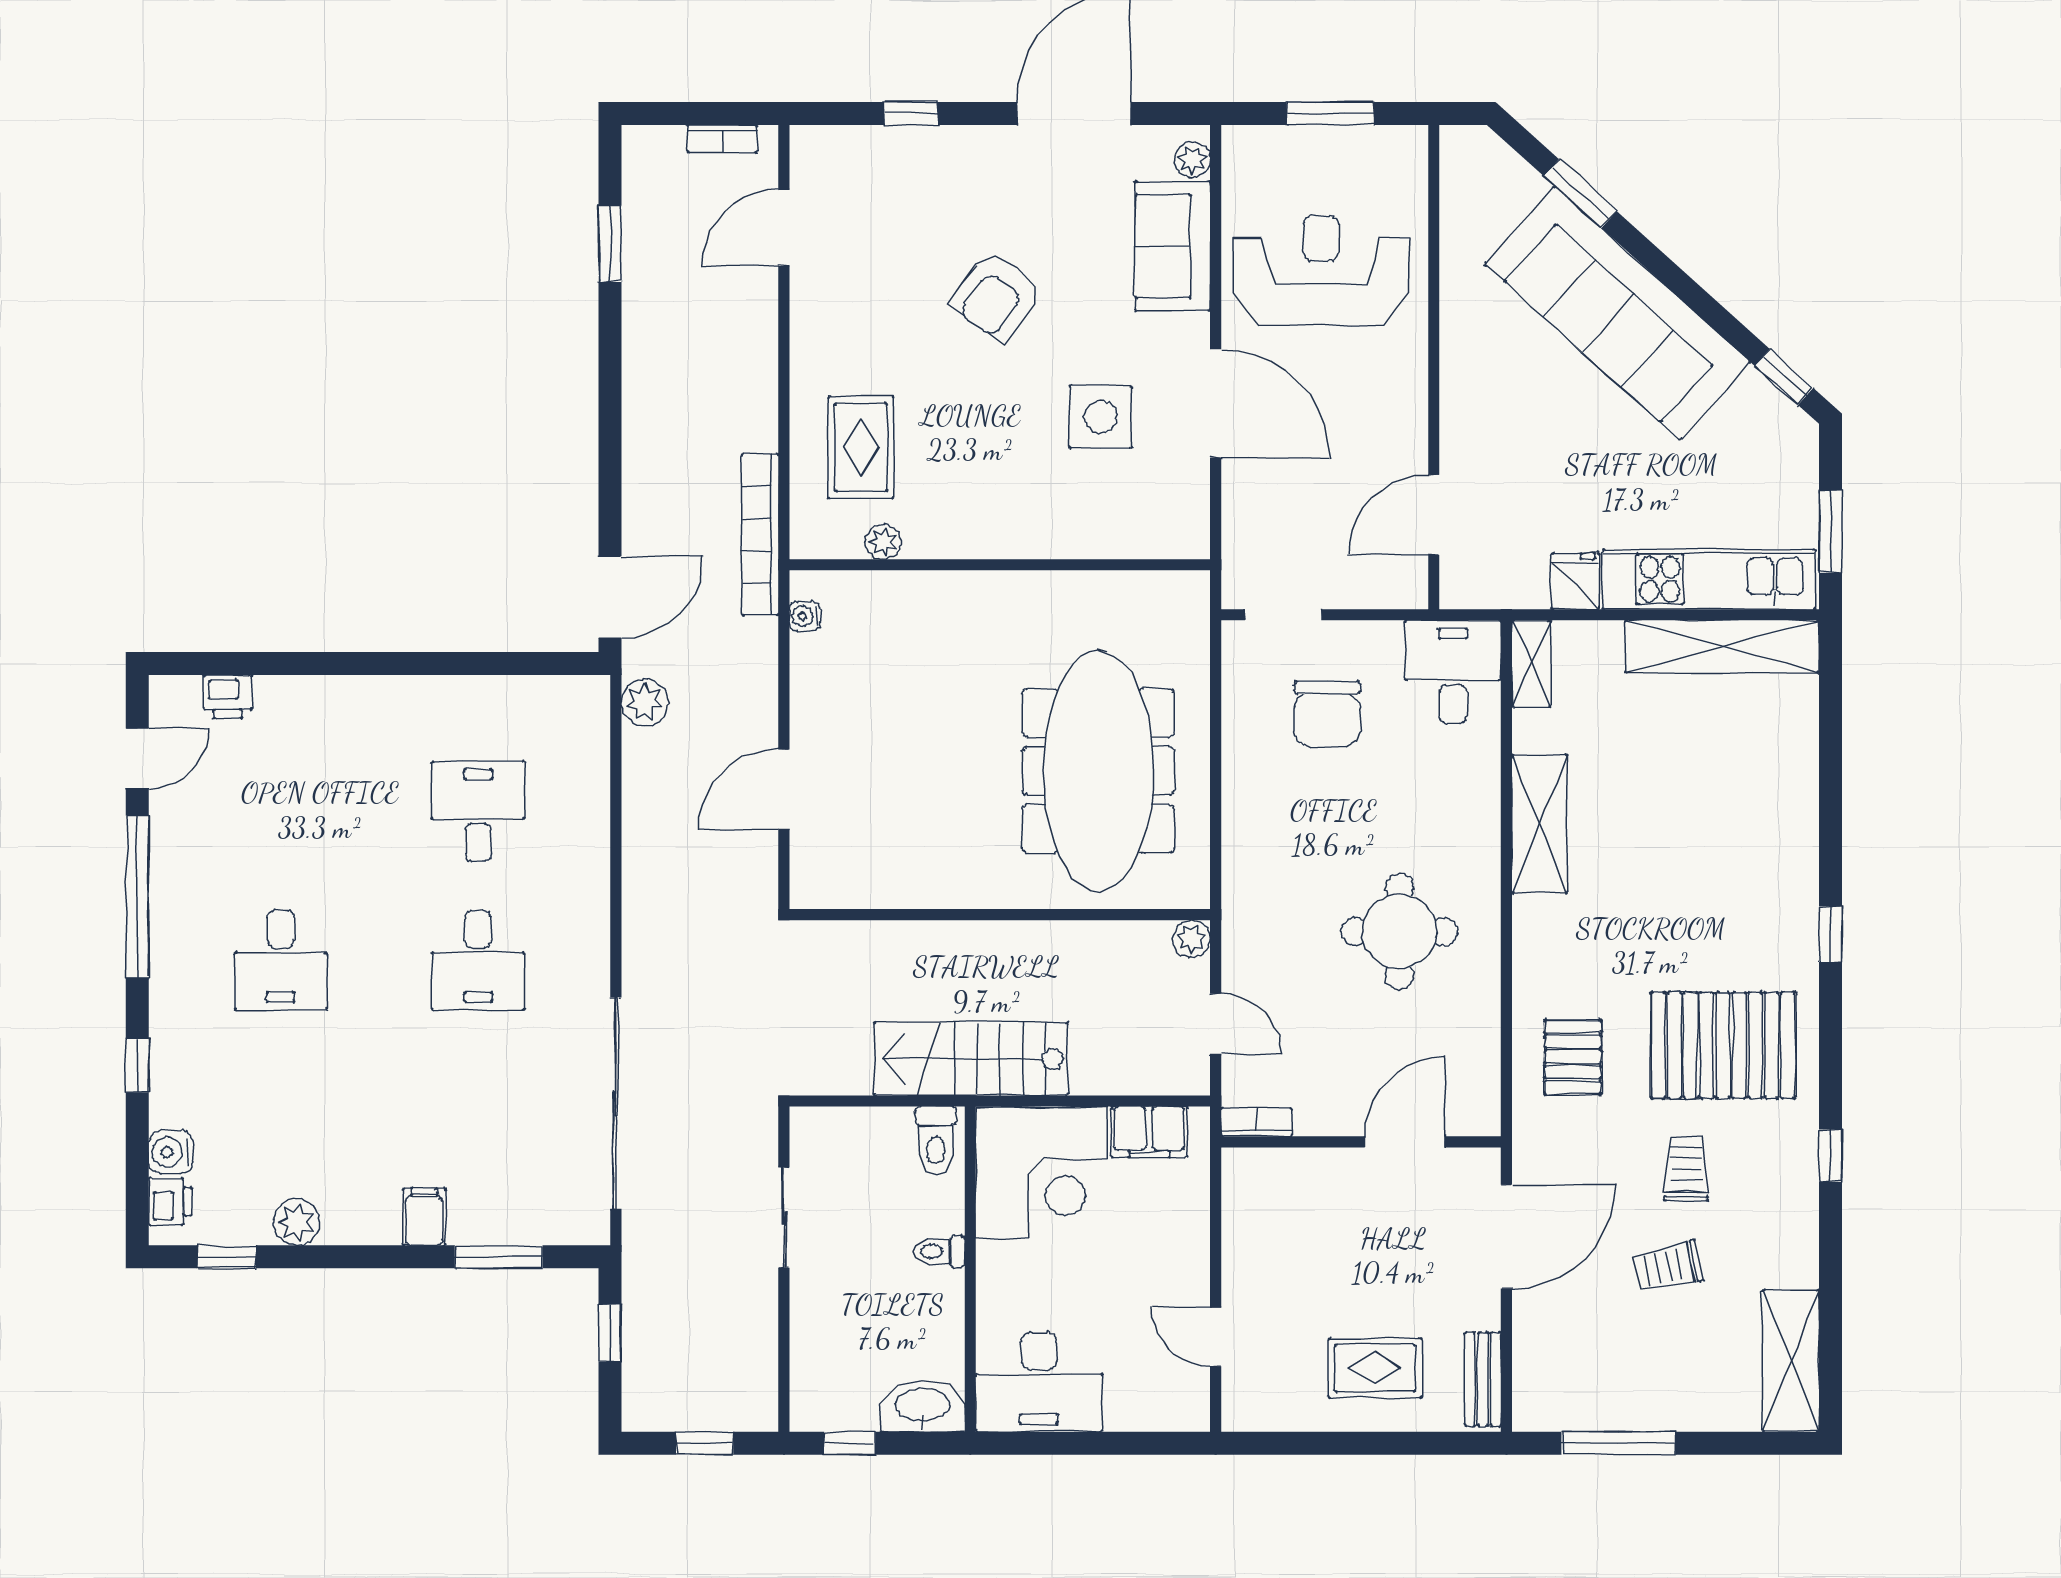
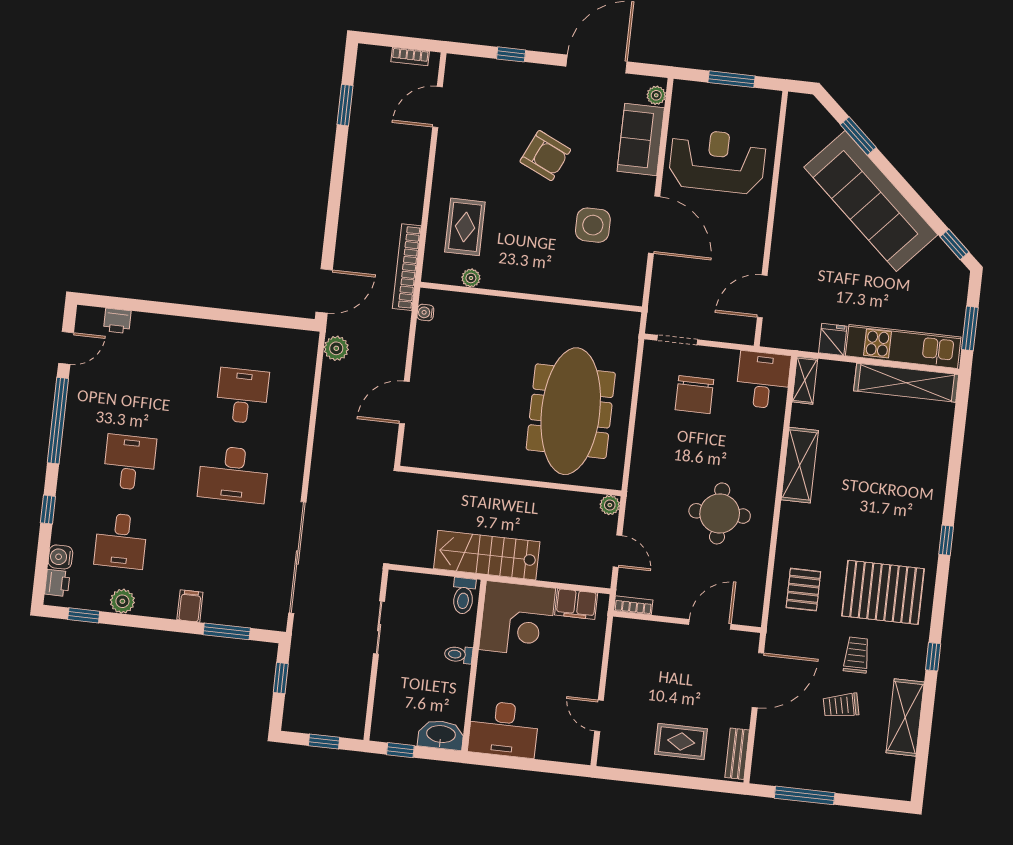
armchair: (997, 296) -> (545, 156), turned -101
desk: (281, 960) -> (130, 462), turned 180
desk: (478, 960) -> (233, 474), width x1.37
desk: (281, 1109) -> (121, 541), added
shelving: (1791, 1361) -> (905, 717), moved

